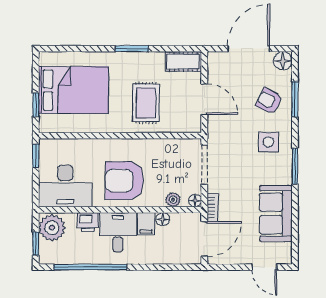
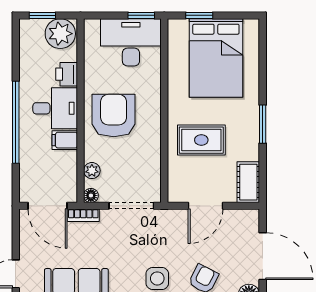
desk: (65, 186) -> (131, 42), moved, turned 90
floor lamp: (163, 219) -> (70, 159), removed
window: (90, 267) -> (16, 122), moved

